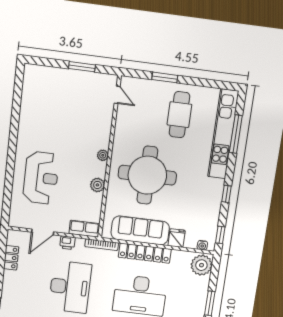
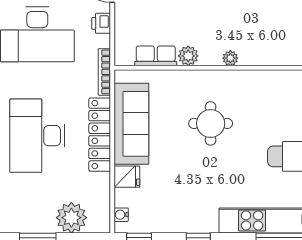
round table: (147, 175) -> (211, 123), width x0.54, depth x0.54
row of seats: (84, 229) -> (156, 56), moved, turned -90
plant: (201, 265) -> (71, 218), moved

